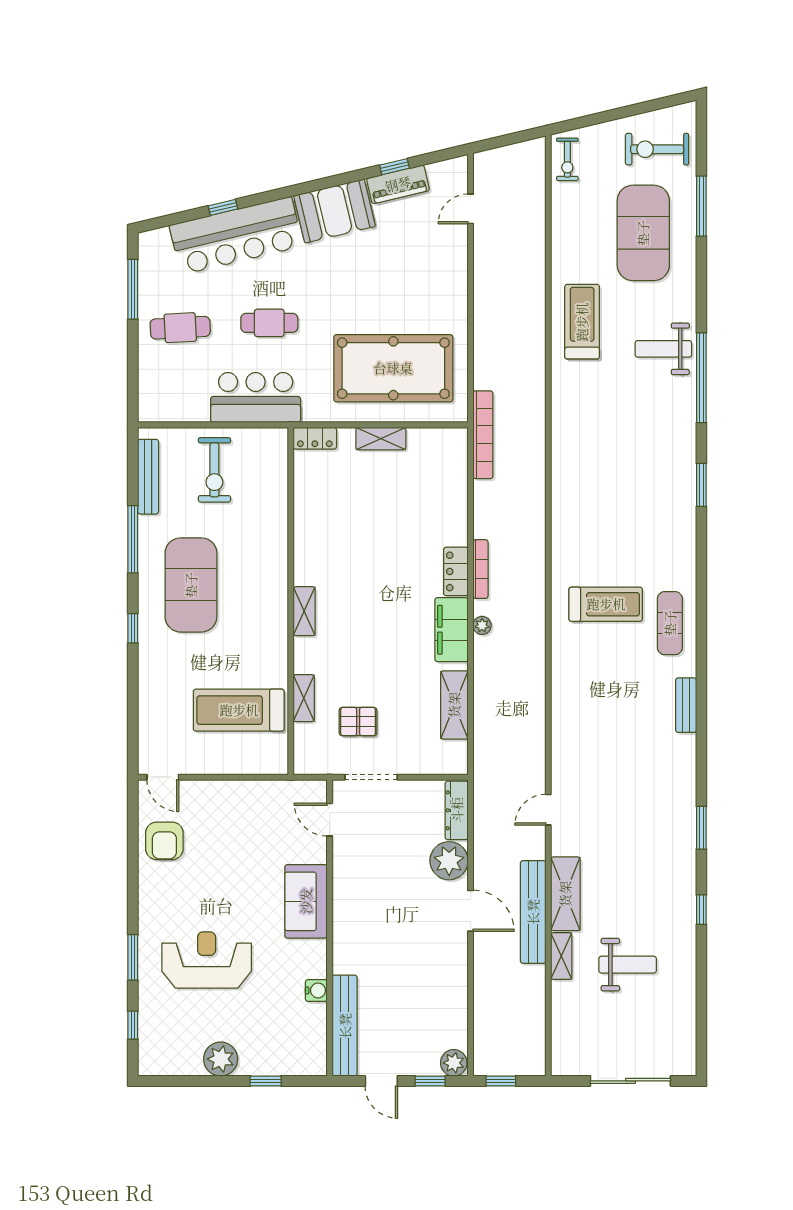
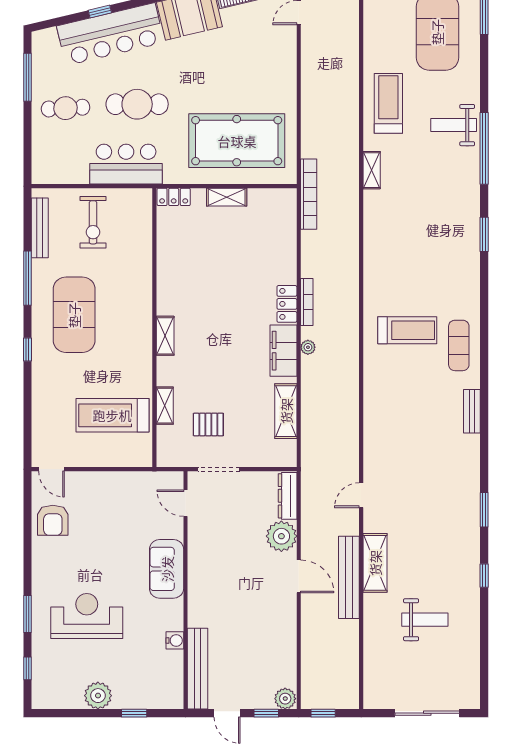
cafe table: (269, 323) -> (137, 104), width x1.37, depth x1.35
shelving: (561, 956) -> (372, 170), moved

